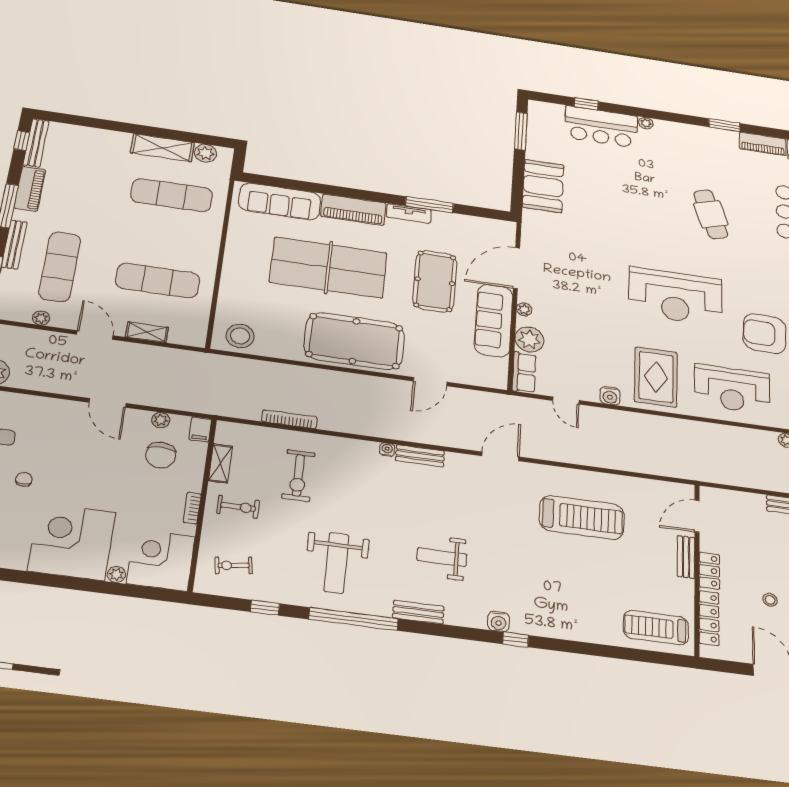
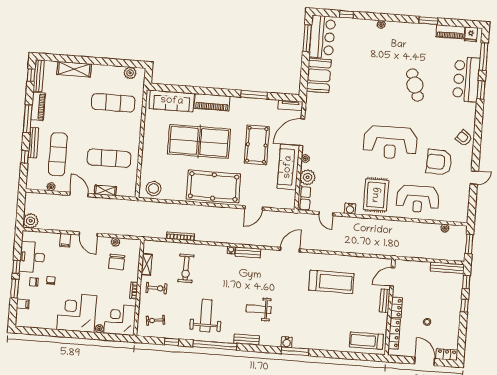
bar counter: (601, 127) -> (322, 37), moved, turned -90
shelving: (162, 148) -> (74, 69), moved
tv unit: (409, 213) -> (290, 105), moved
filing cabinet: (200, 429) -> (65, 240), moved
weight bench: (336, 563) -> (206, 316), turned 180
window: (516, 640) -> (295, 351), width x2.17

